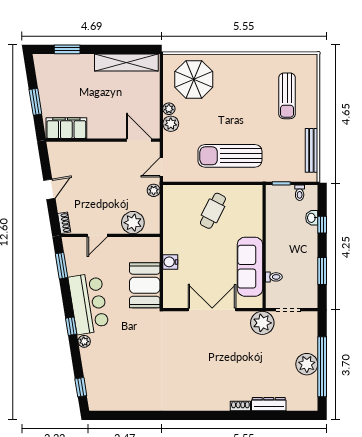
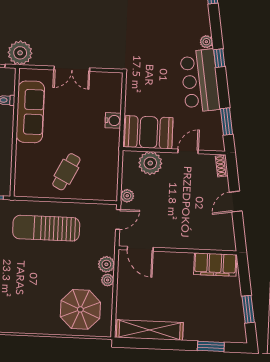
window: (35, 102) -> (248, 309), moved
sun lounger: (230, 156) -> (46, 228), turned 180
booth: (145, 285) -> (149, 132), moved, turned 90
double door: (212, 310) -> (72, 69), width x0.73

